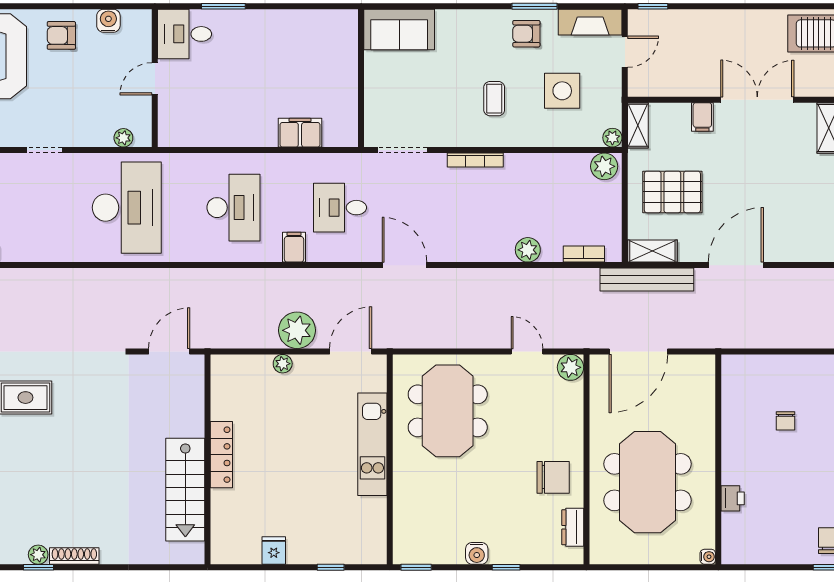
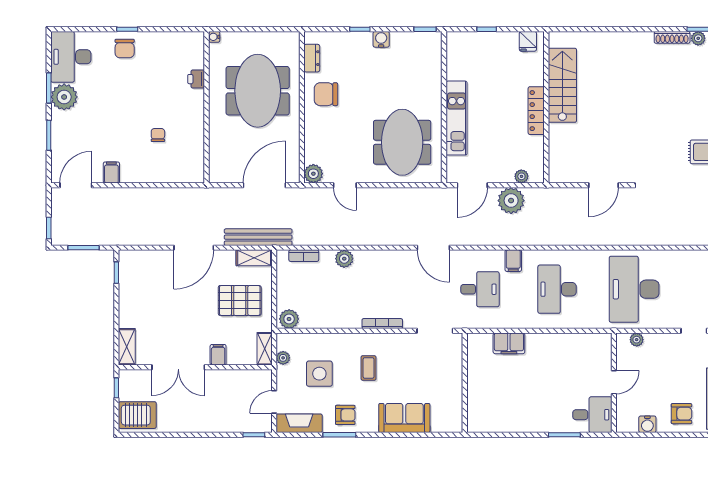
sofa: (399, 29) -> (404, 418), moved
plant: (612, 138) -> (283, 358), moved
locker: (221, 455) -> (536, 111), moved
wall: (208, 459) -> (546, 107), moved
stairs: (185, 490) -> (562, 85), moved

